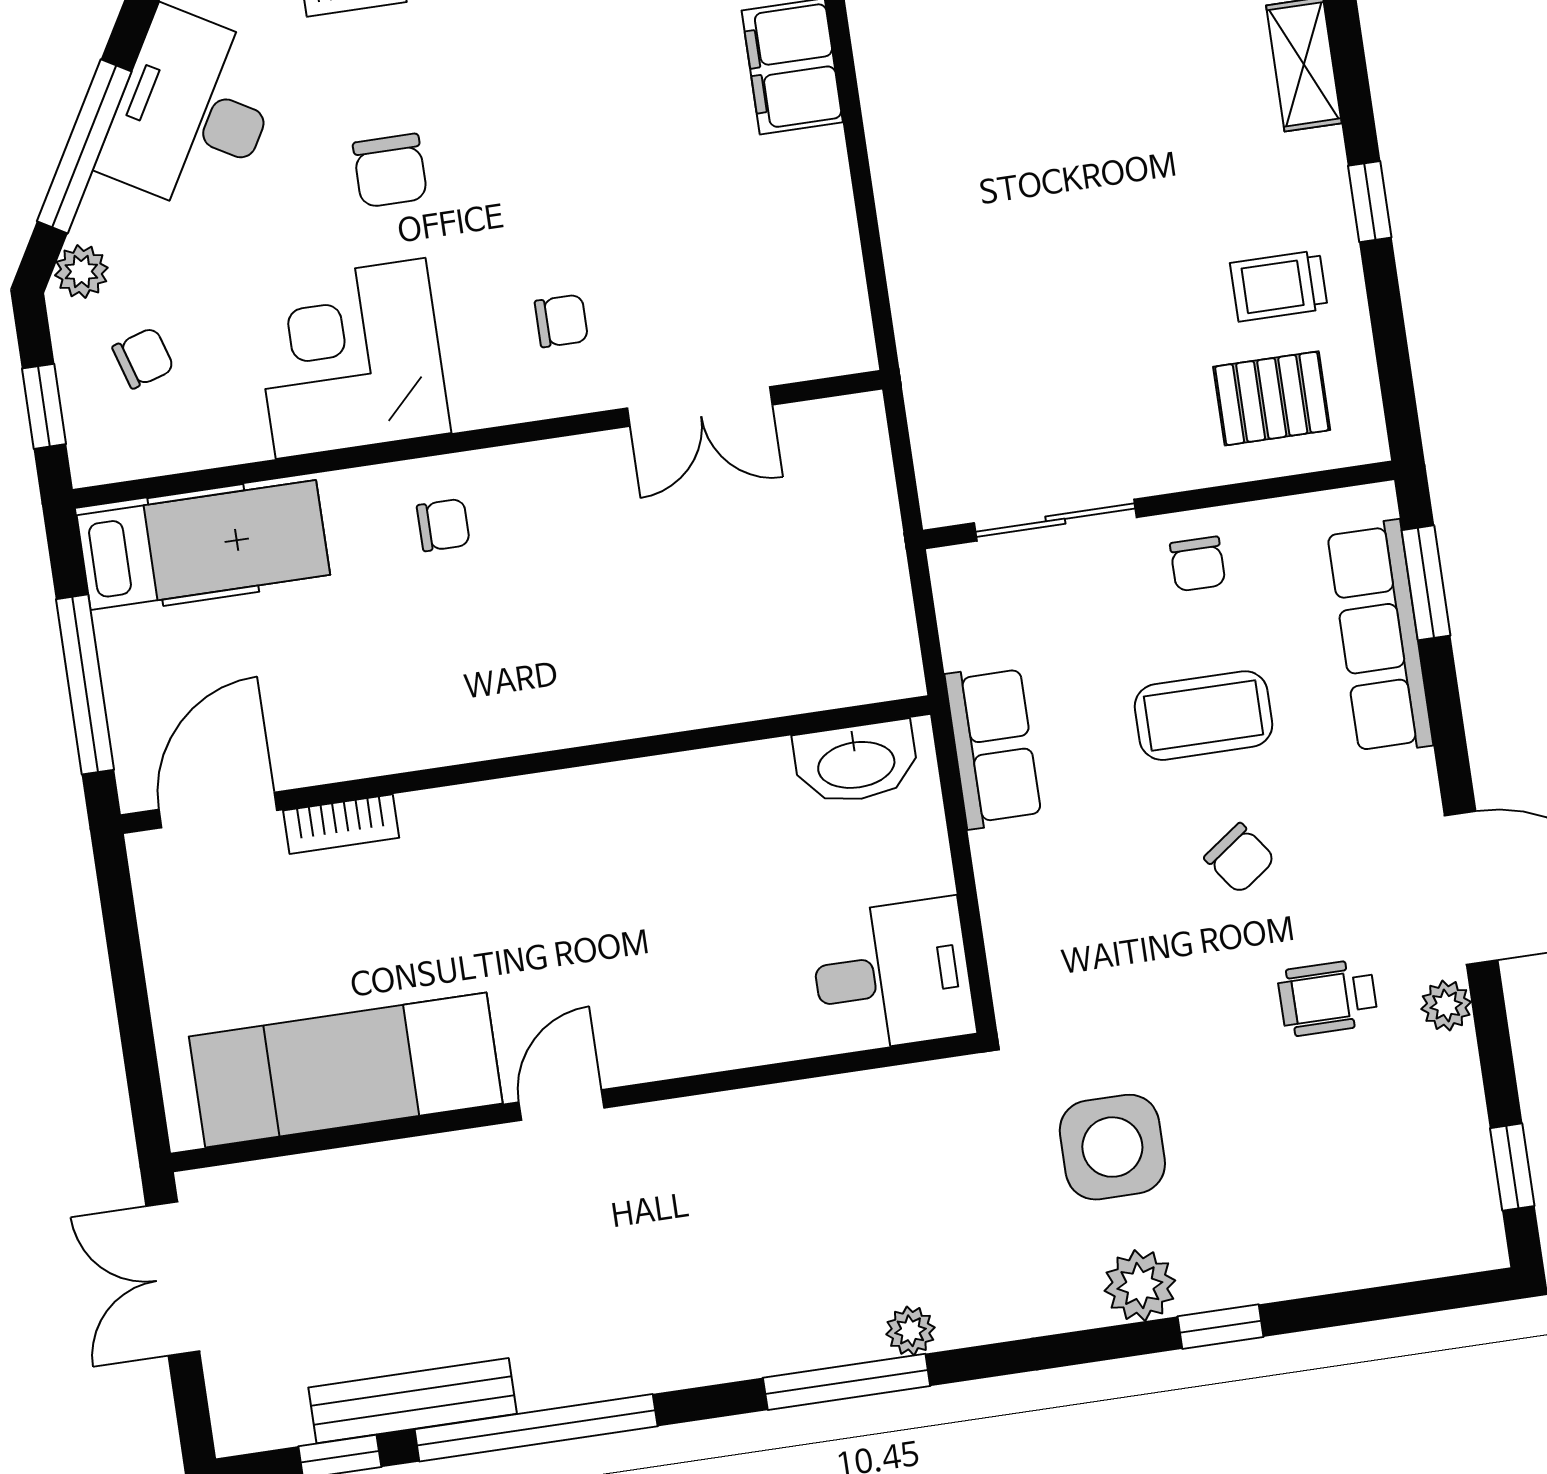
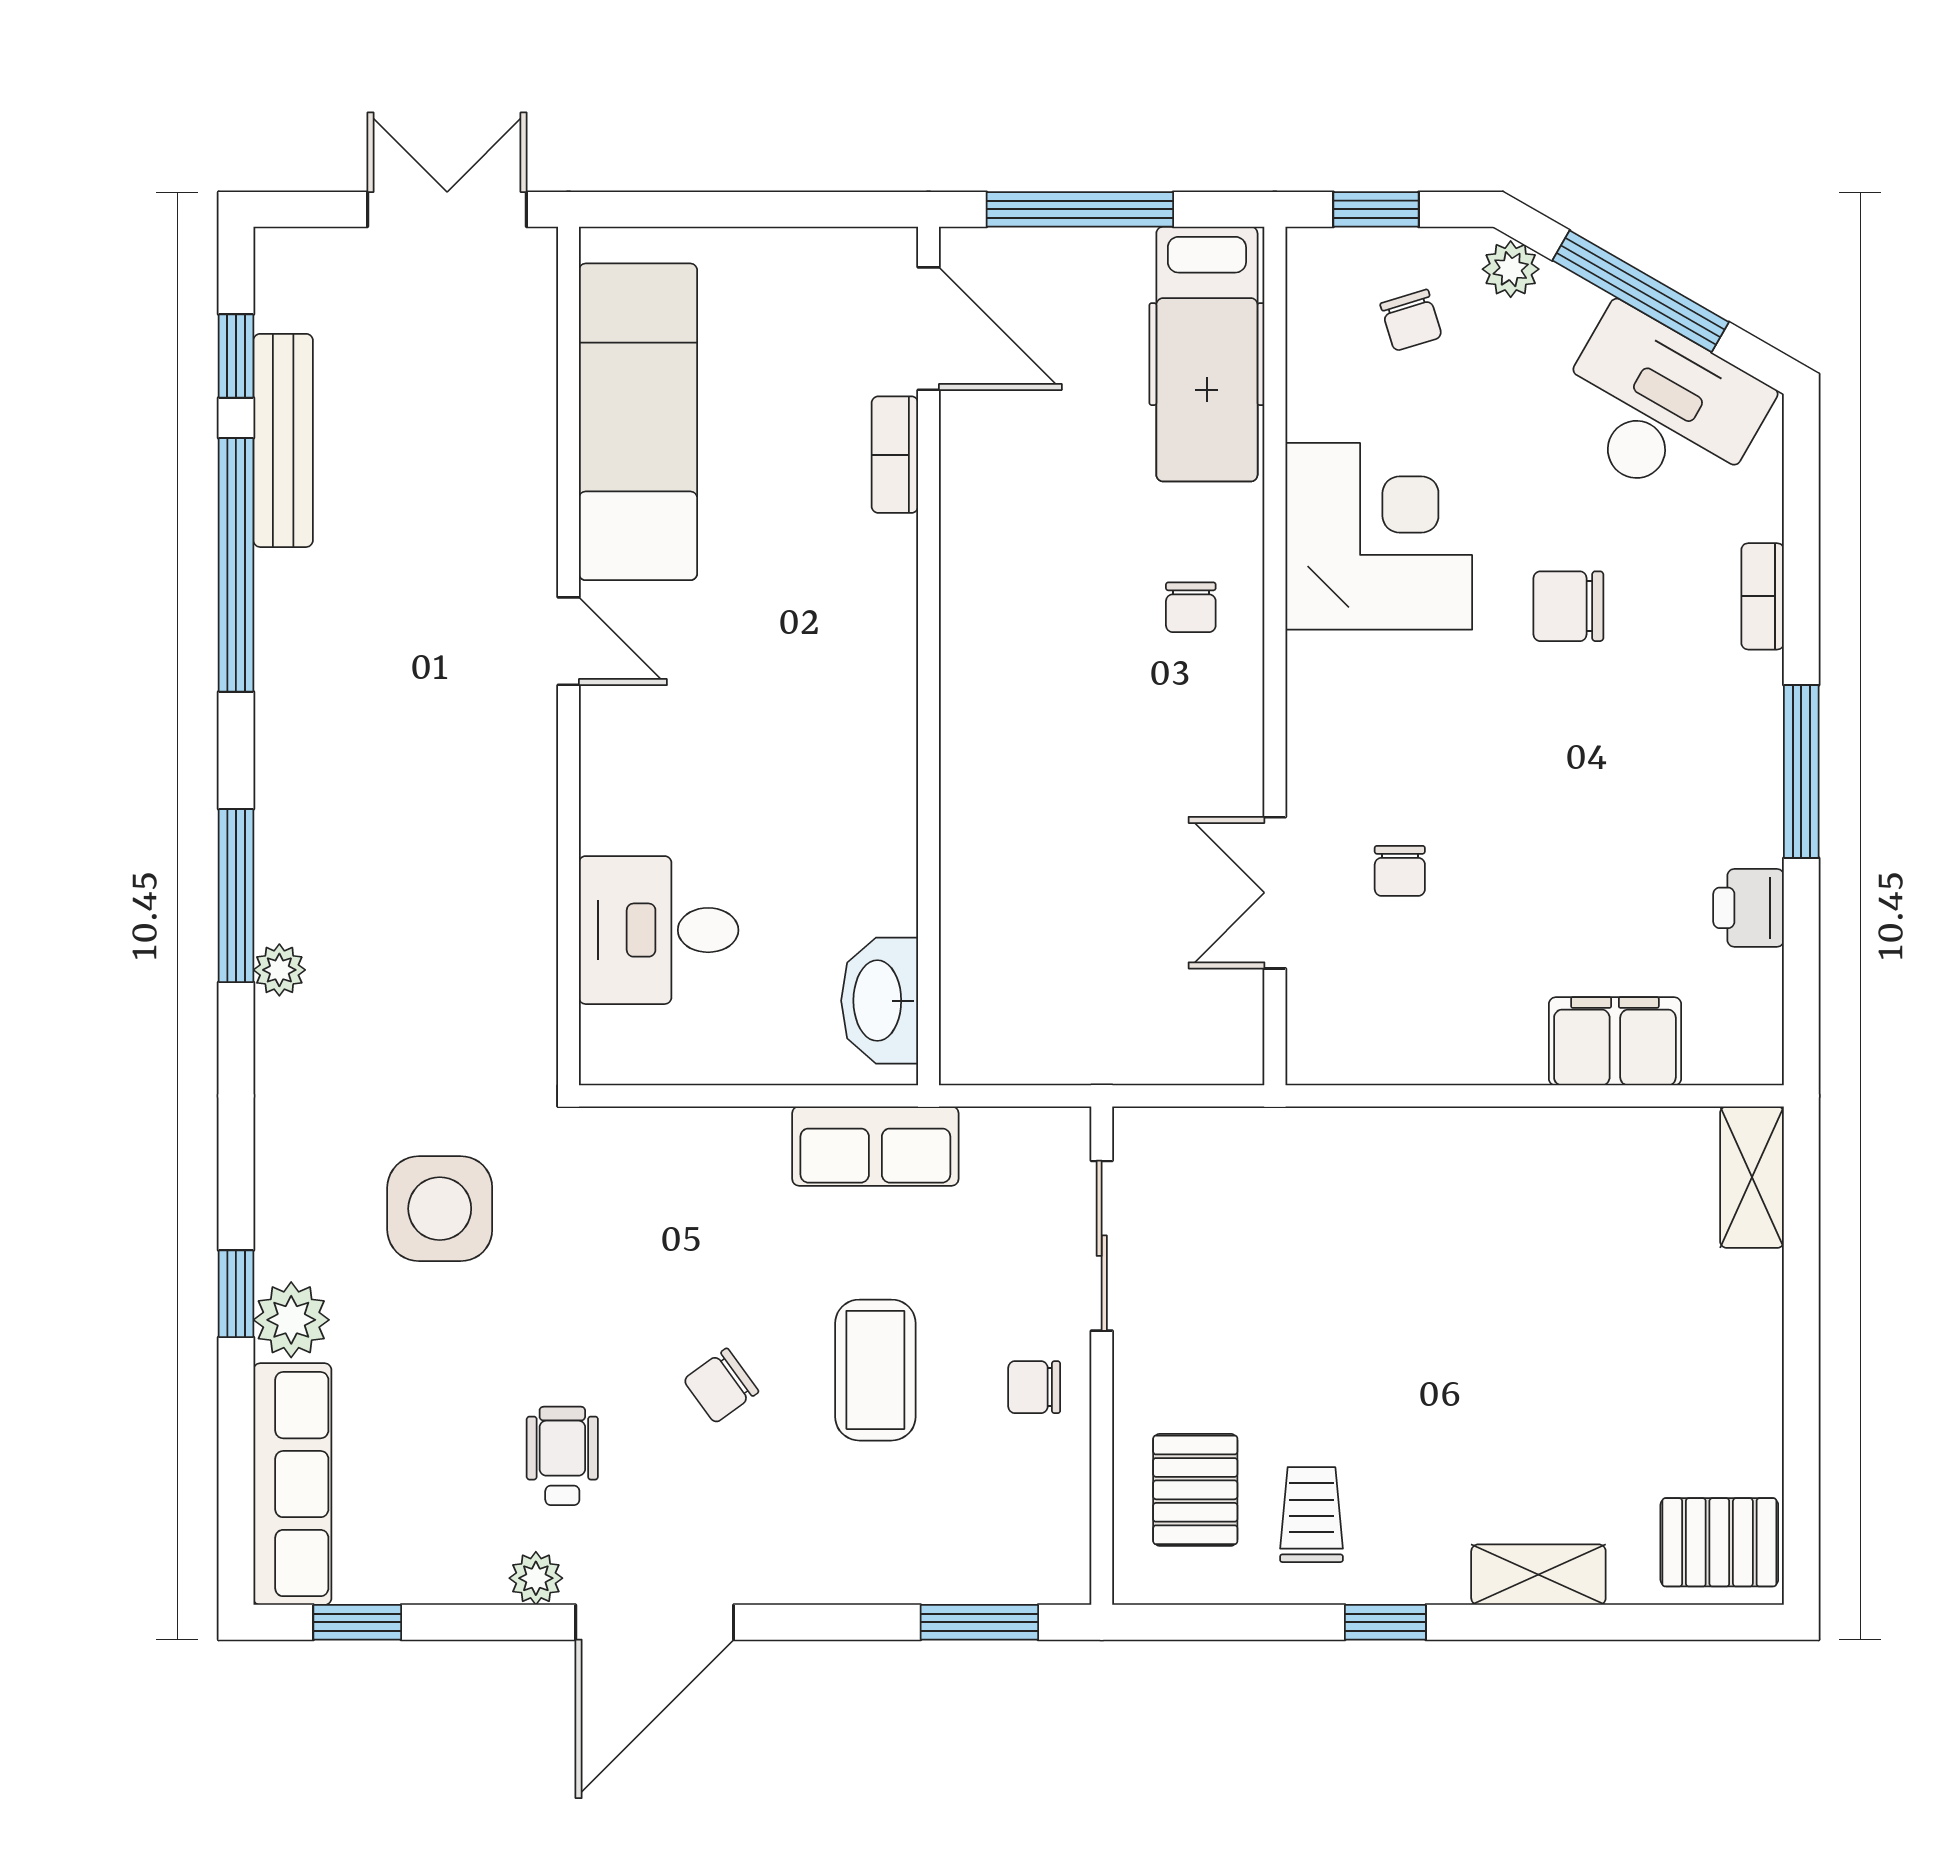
chair: (561, 321) -> (1400, 871), moved
row of seats: (1380, 637) -> (292, 1484), moved, turned 90
desk: (892, 975) -> (659, 930), moved, turned 90
plant: (1140, 1286) -> (291, 1320), moved

